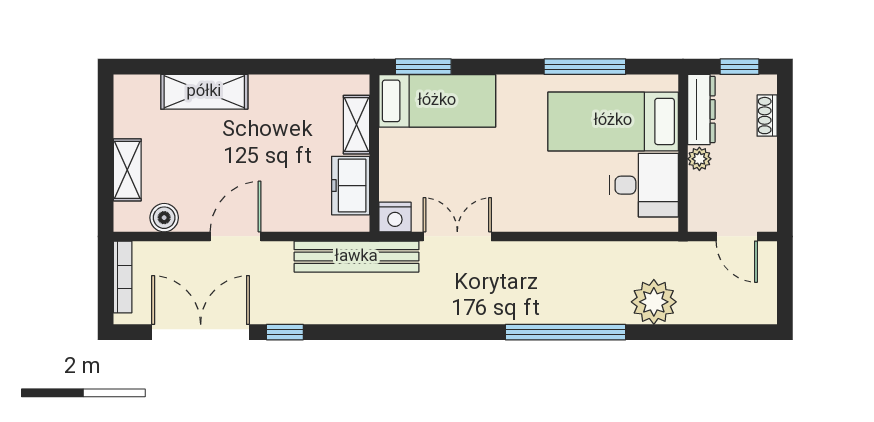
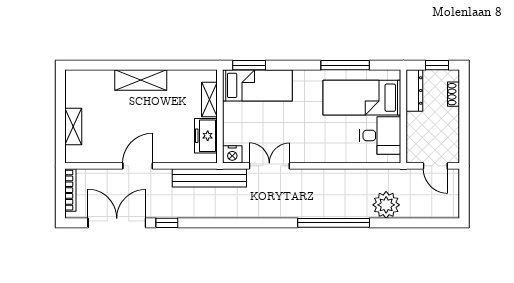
shelving: (204, 92) -> (141, 80), moved
plant: (699, 159) -> (413, 120), removed
boiler: (164, 218) -> (95, 155), removed

